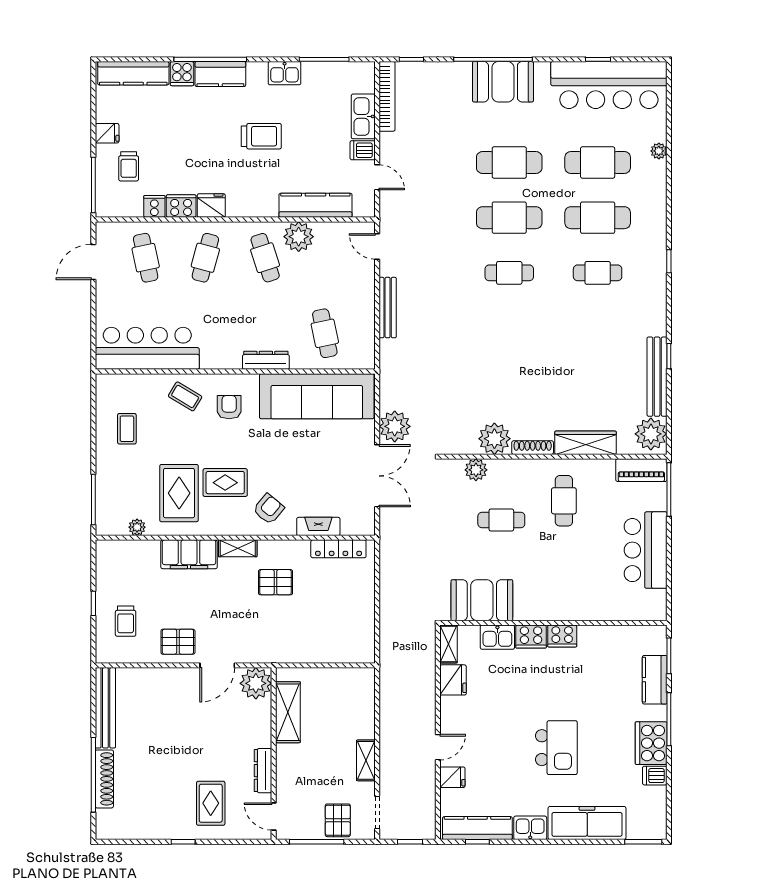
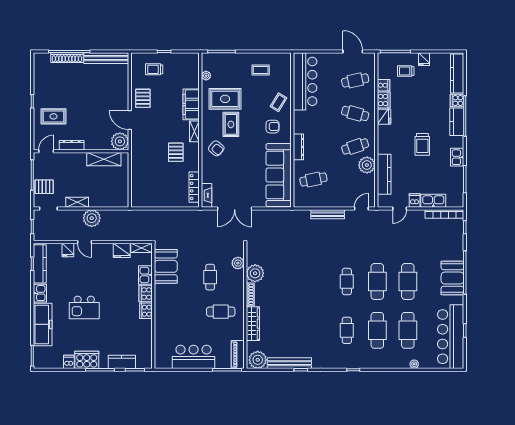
plant: (395, 426) -> (92, 218), moved
fireplace: (318, 526) -> (207, 195), moved

